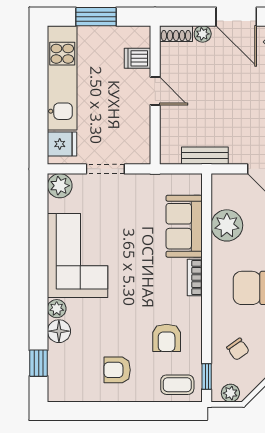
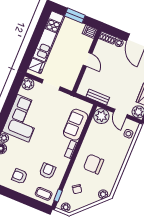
dishwasher: (137, 58) -> (90, 32), moved
plant: (227, 225) -> (101, 116), moved
armchair: (167, 338) -> (47, 171), turned 180

